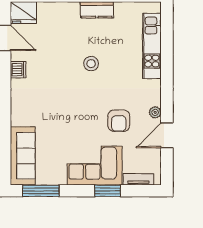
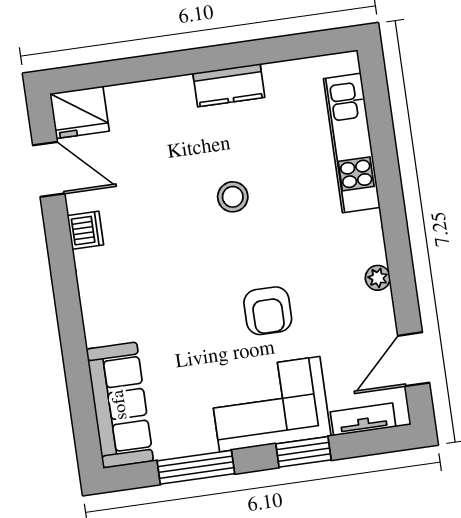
armchair: (119, 121) -> (268, 311), moved
door: (167, 135) -> (414, 359), moved
window: (41, 191) -> (196, 467), moved

